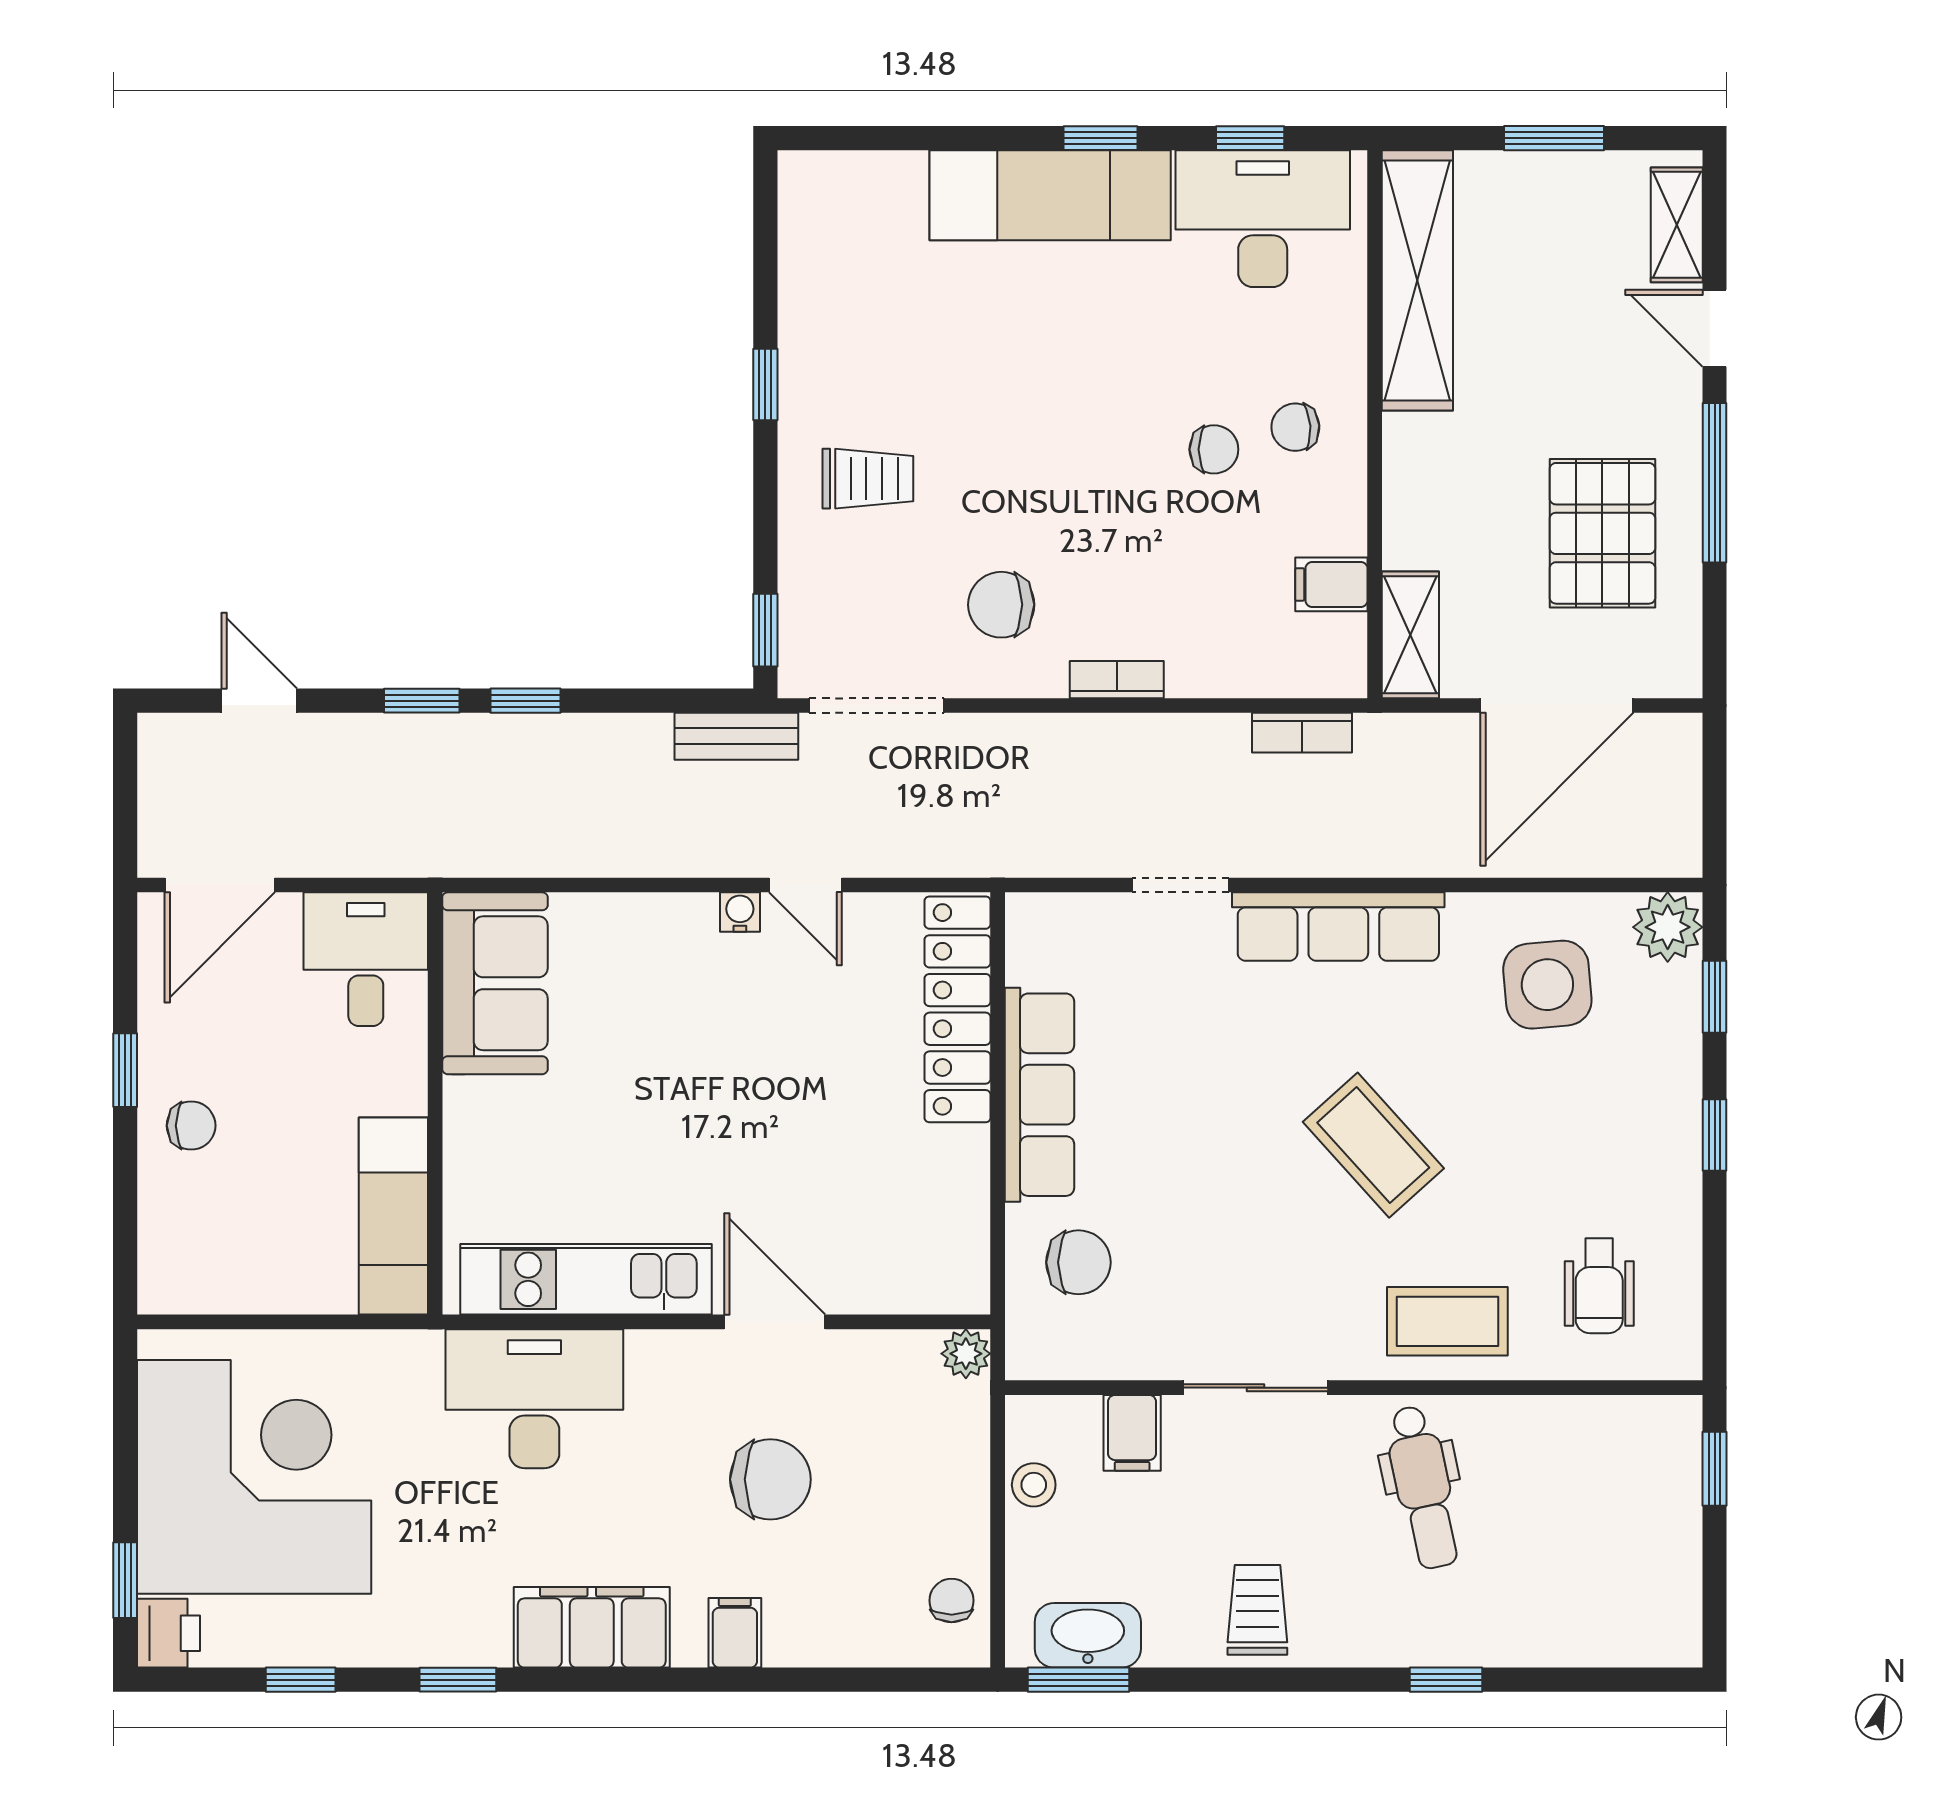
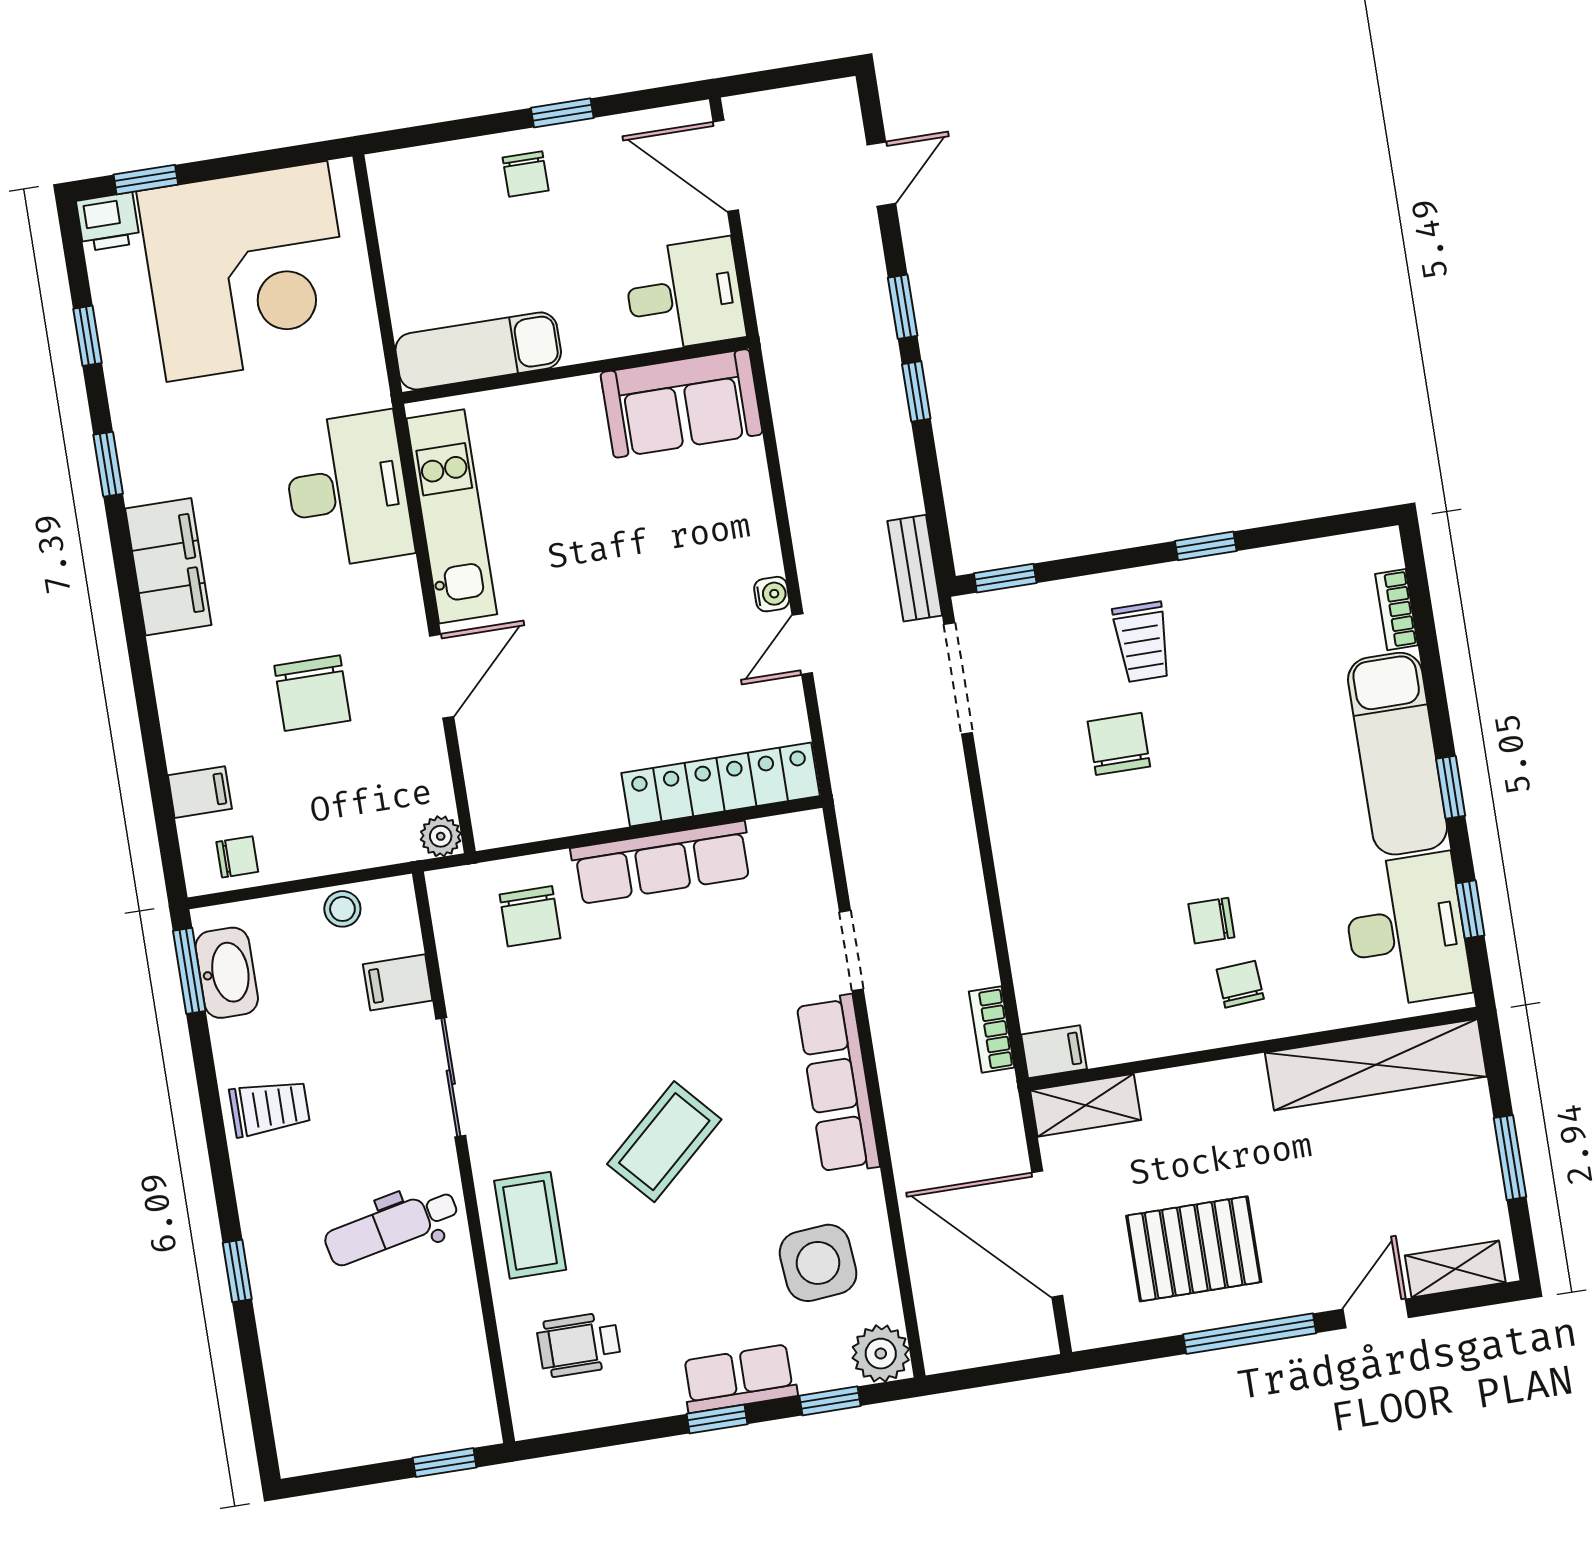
chair: (1214, 449) -> (1211, 921), turned 90
filing cabinet: (1331, 584) -> (1054, 1052), moved, turned 90
chair: (1001, 605) -> (1119, 744), moved
bookcase: (1117, 680) -> (1396, 610), moved, turned 180
row of seats: (1670, 1101) -> (739, 1379), added
filing cabinet: (735, 1633) -> (200, 792), moved

